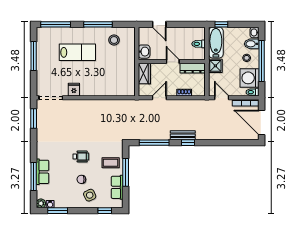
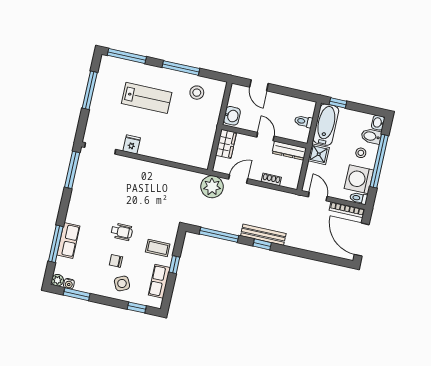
plant: (141, 108) -> (212, 187), added
window: (34, 119) -> (72, 170), width x1.44
bench: (183, 135) -> (263, 235), width x1.36
window: (126, 172) -> (174, 265), width x0.46

